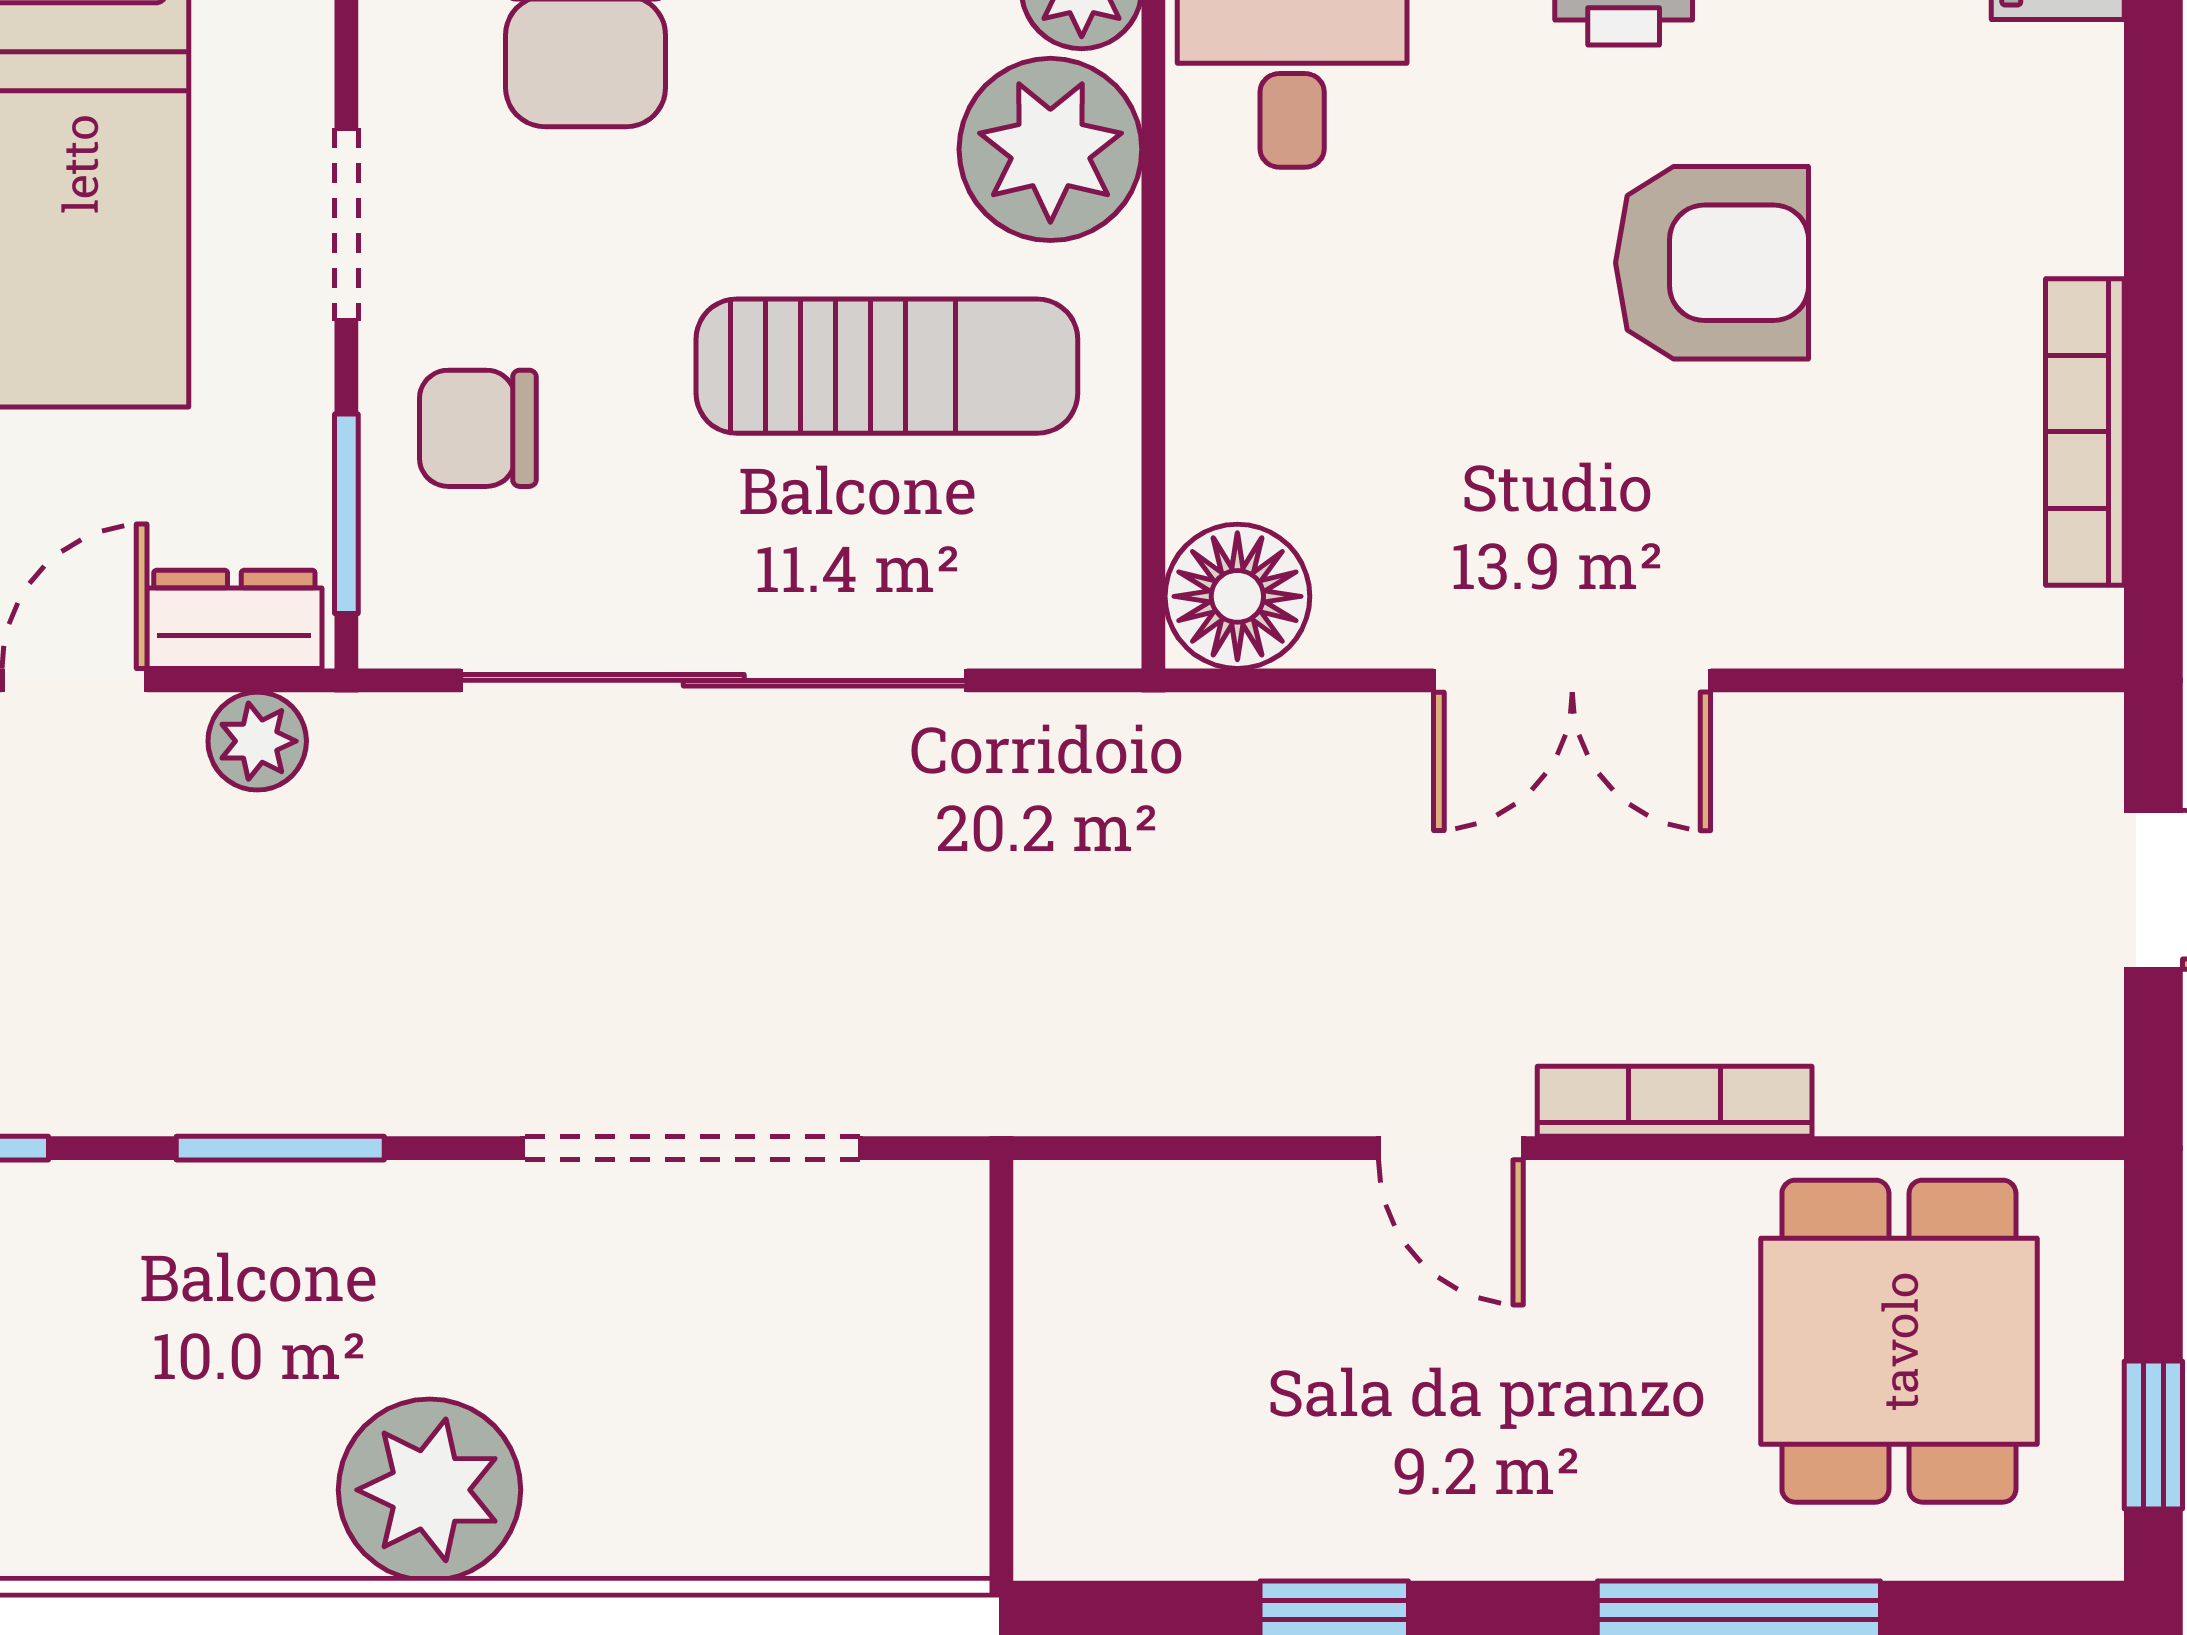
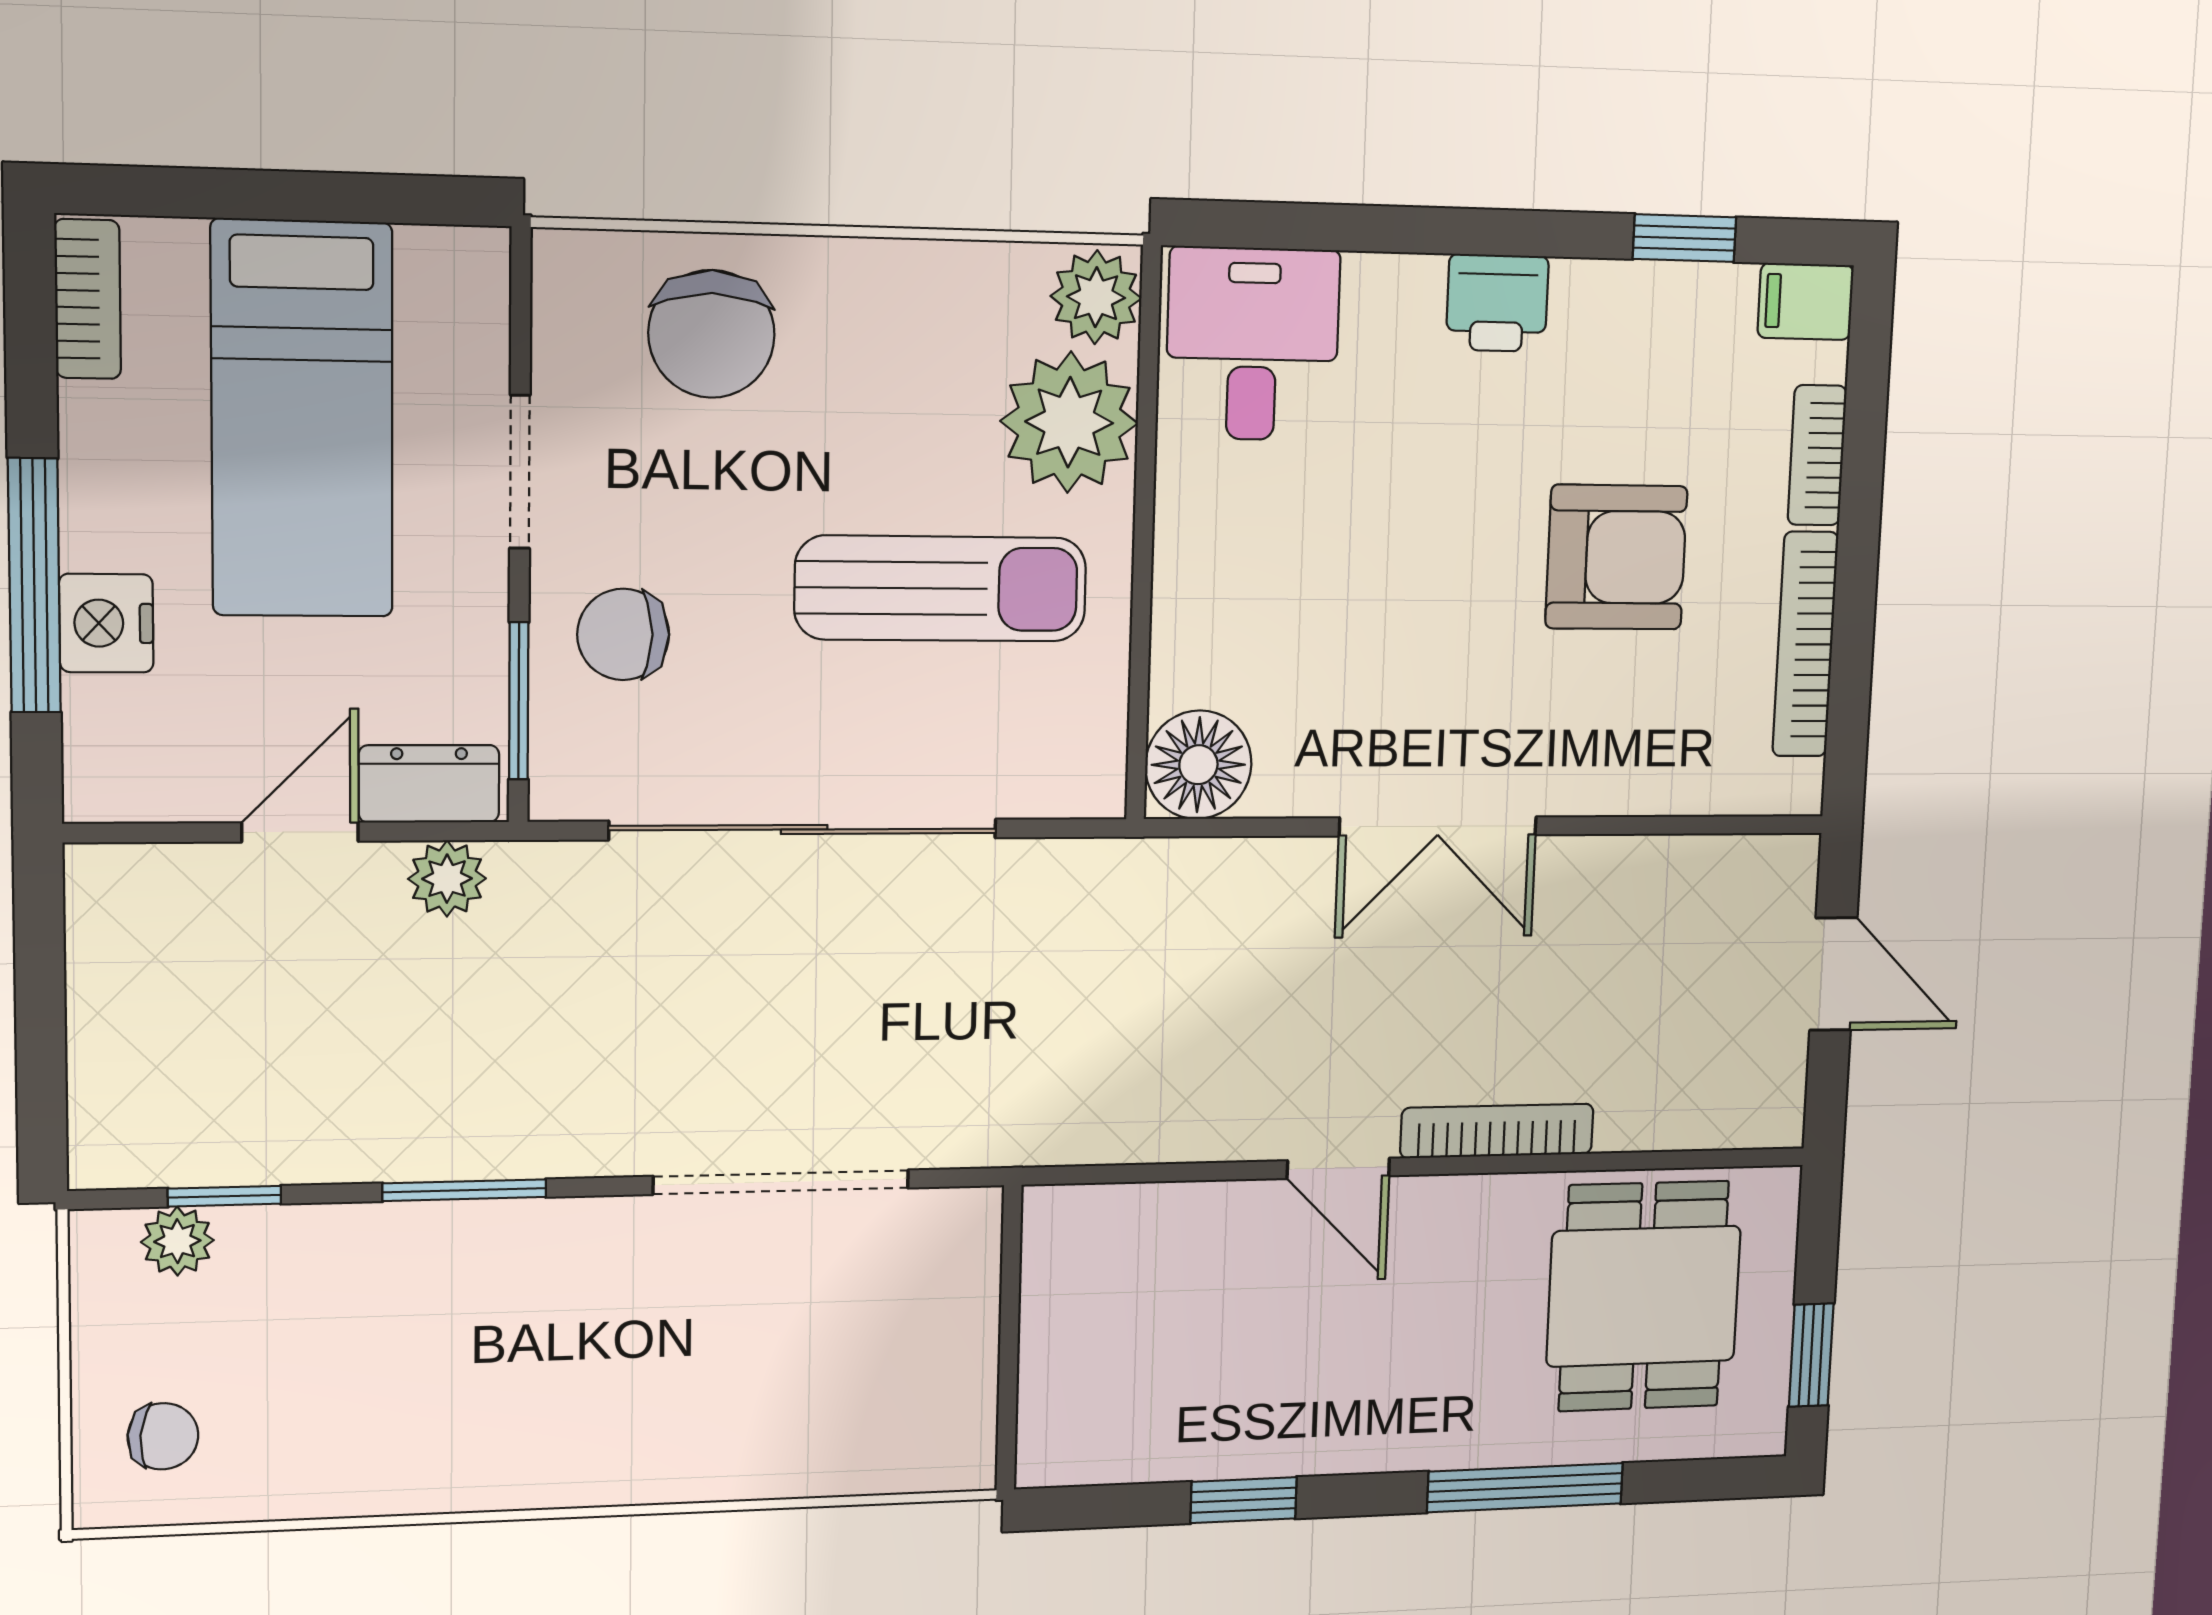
bookcase: (2087, 175) -> (1817, 455), added
armchair: (1712, 263) -> (1616, 557), moved
plant: (430, 1490) -> (579, 1441), removed

